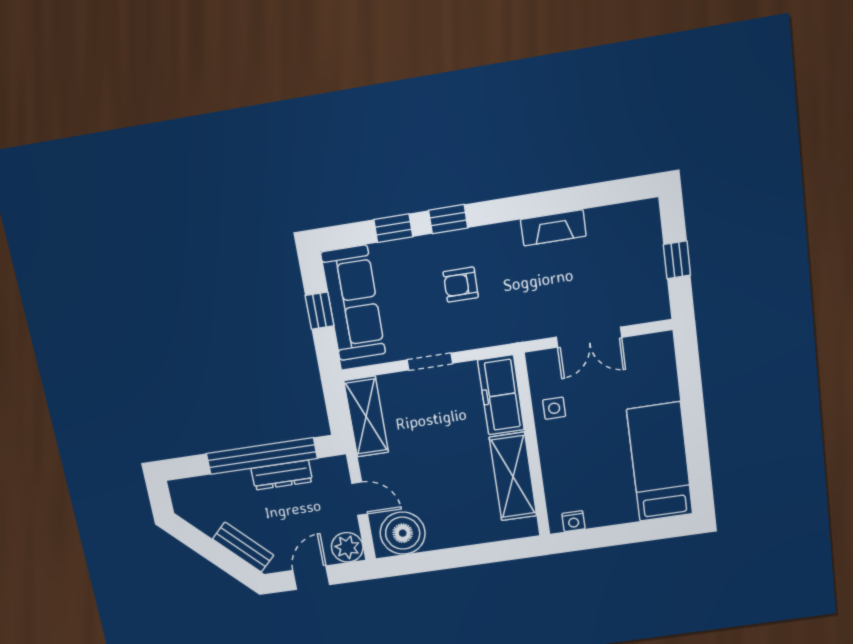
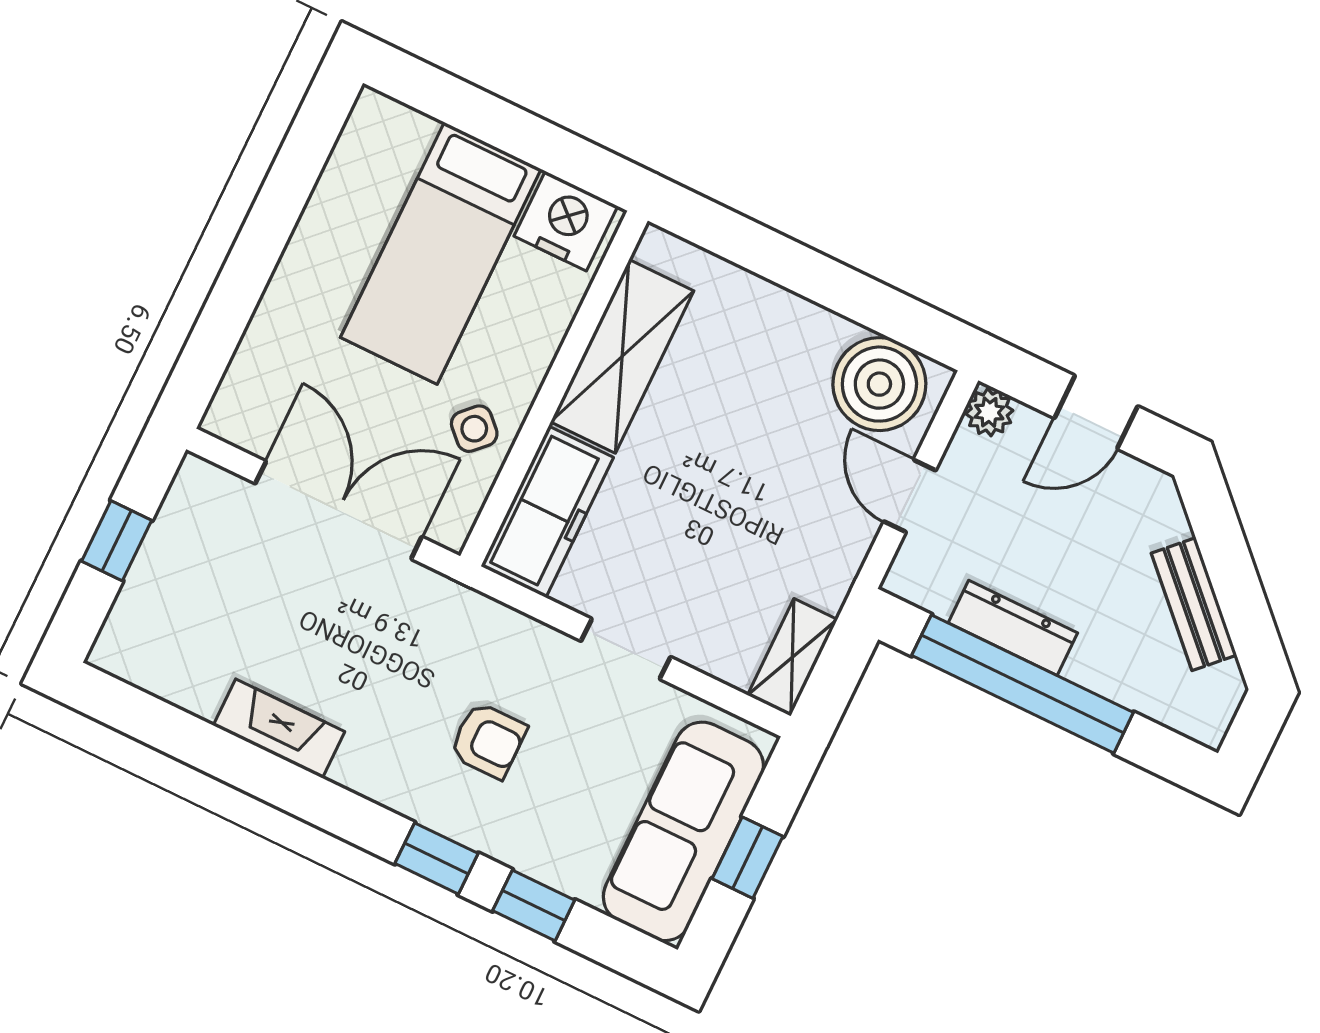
double door: (589, 337) -> (339, 510), width x1.37
side table: (554, 408) -> (474, 429), turned 45
shelving: (366, 417) -> (792, 657), width x0.67, depth x0.75
bed: (660, 462) -> (441, 253), moved
nightstand: (573, 521) -> (566, 221), width x1.89, depth x1.79
bench: (243, 547) -> (1194, 604), moved
plant: (347, 547) -> (989, 412), width x0.73, depth x0.73

